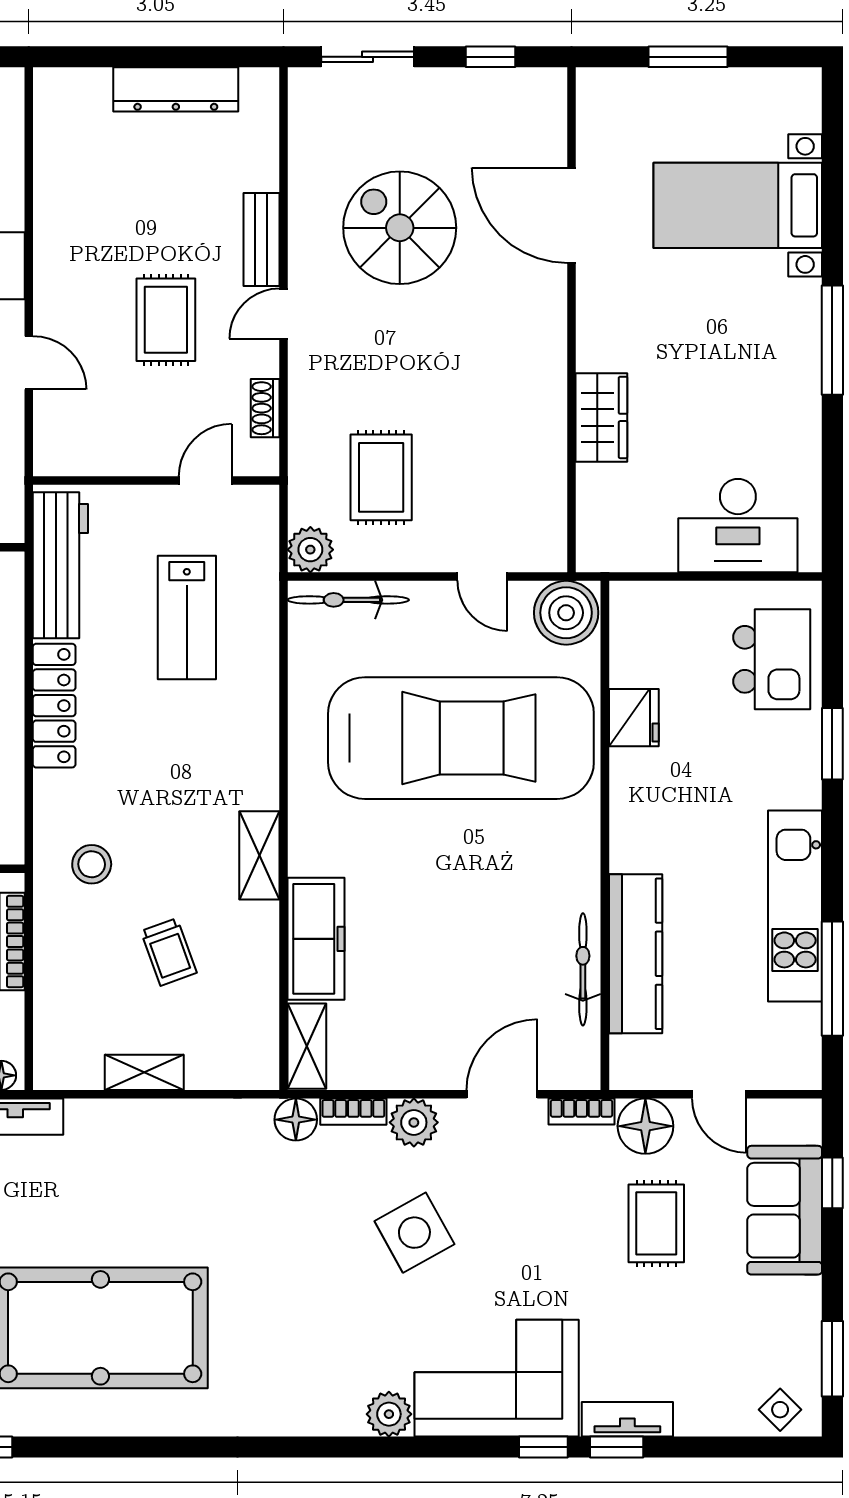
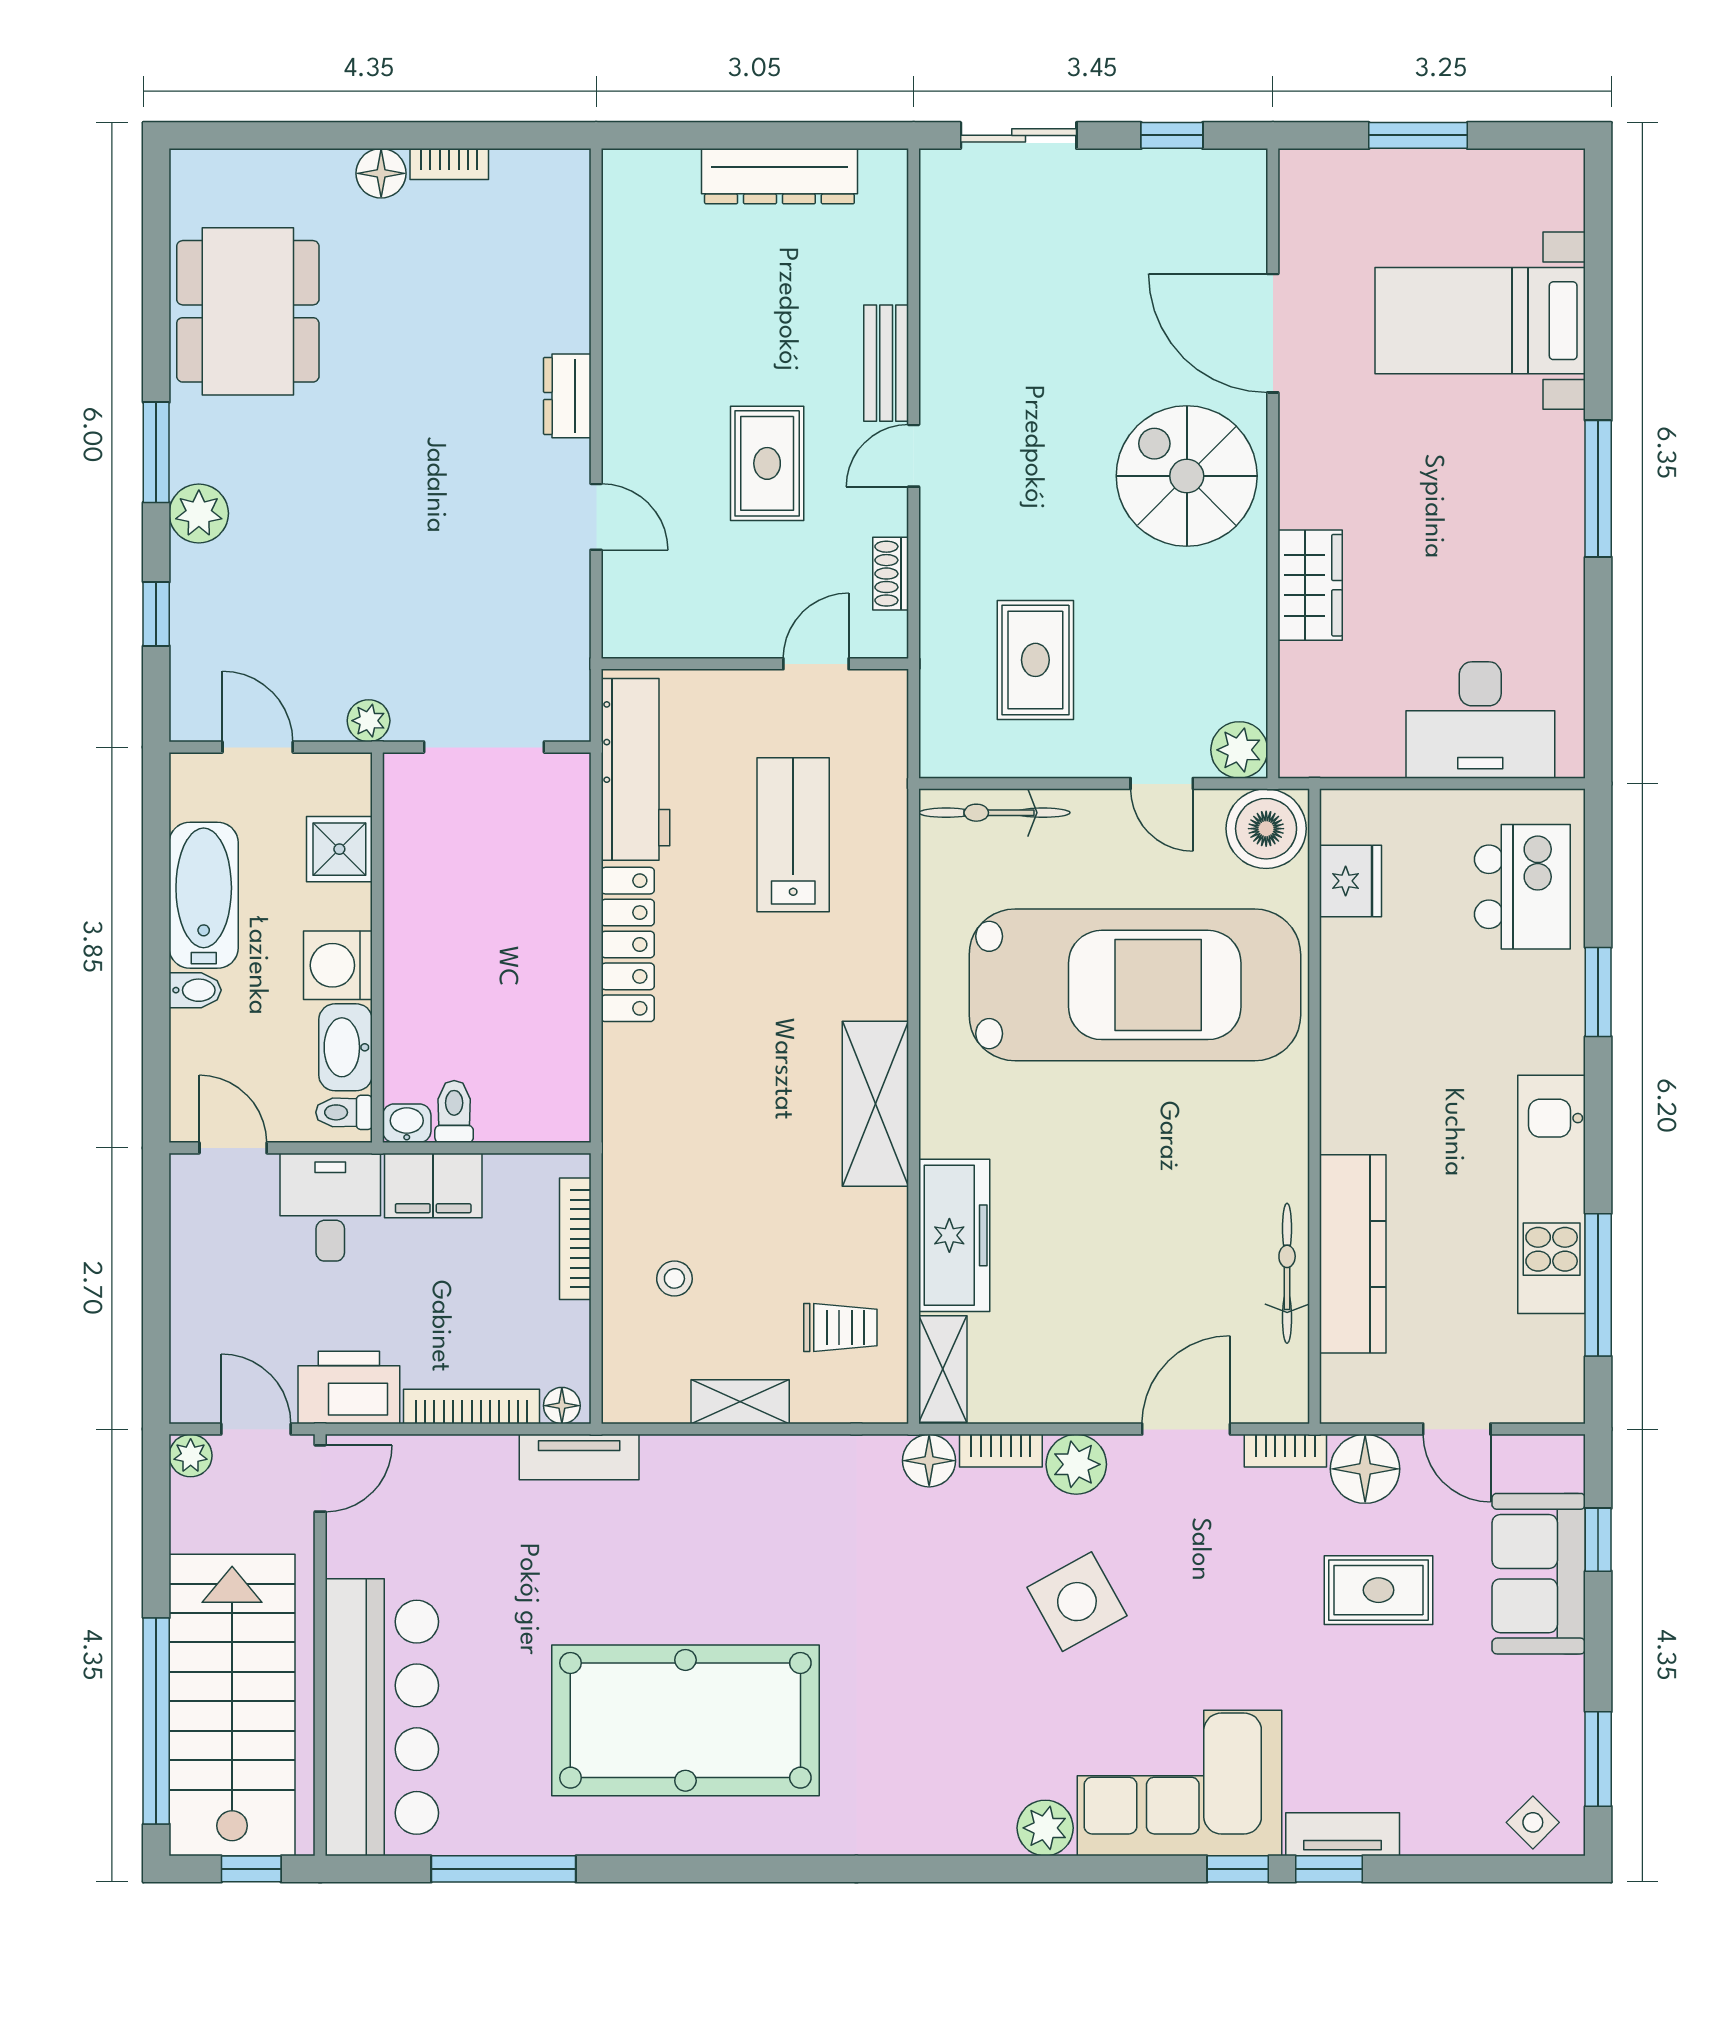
spiral stairs: (400, 228) -> (1187, 476), moved
plant: (310, 550) -> (1239, 750), moved
lab bench: (187, 618) -> (793, 835), turned 180
fridge: (634, 718) -> (1350, 881), moved
shelving: (259, 855) -> (875, 1104), width x1.50, depth x1.33
stool: (92, 864) -> (674, 1278), moved, width x0.73, depth x0.73
trolley: (169, 952) -> (840, 1327), moved, turned -70
rug: (656, 1223) -> (1379, 1590), turned 90

